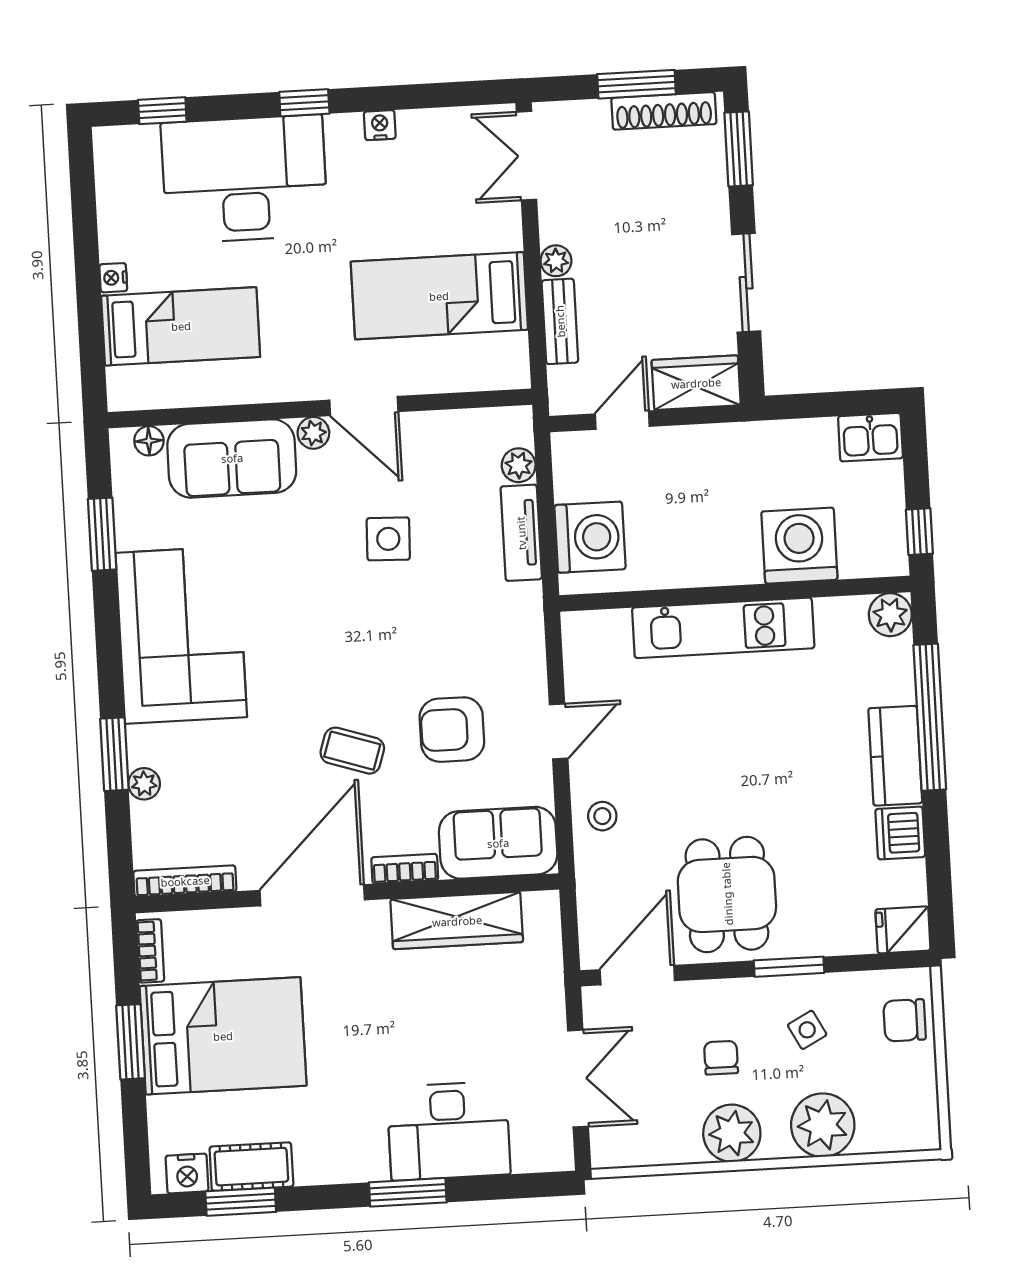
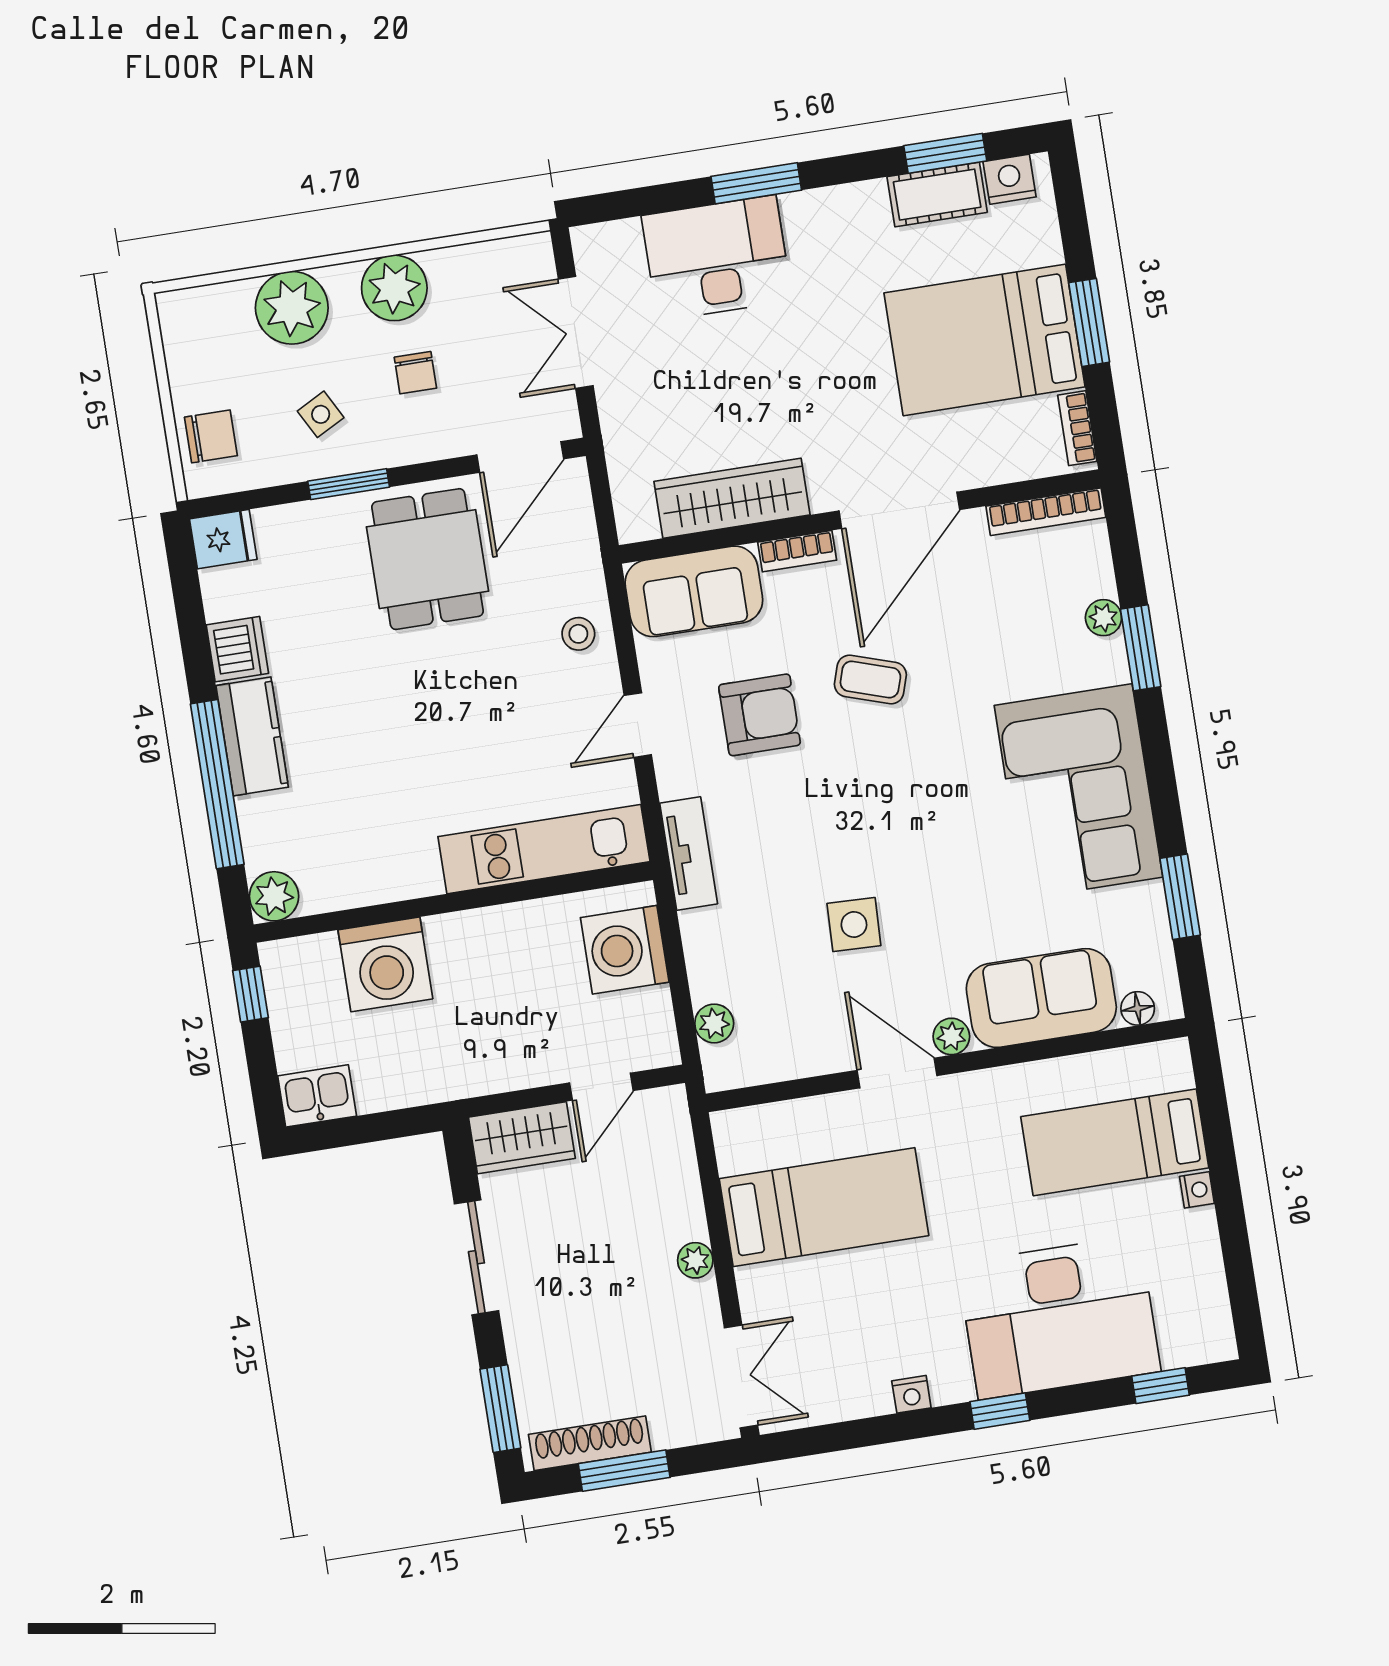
bench: (560, 321) -> (684, 1192), removed
tv unit: (521, 533) -> (689, 853), moved
kitchen unit: (723, 628) -> (544, 849), moved

